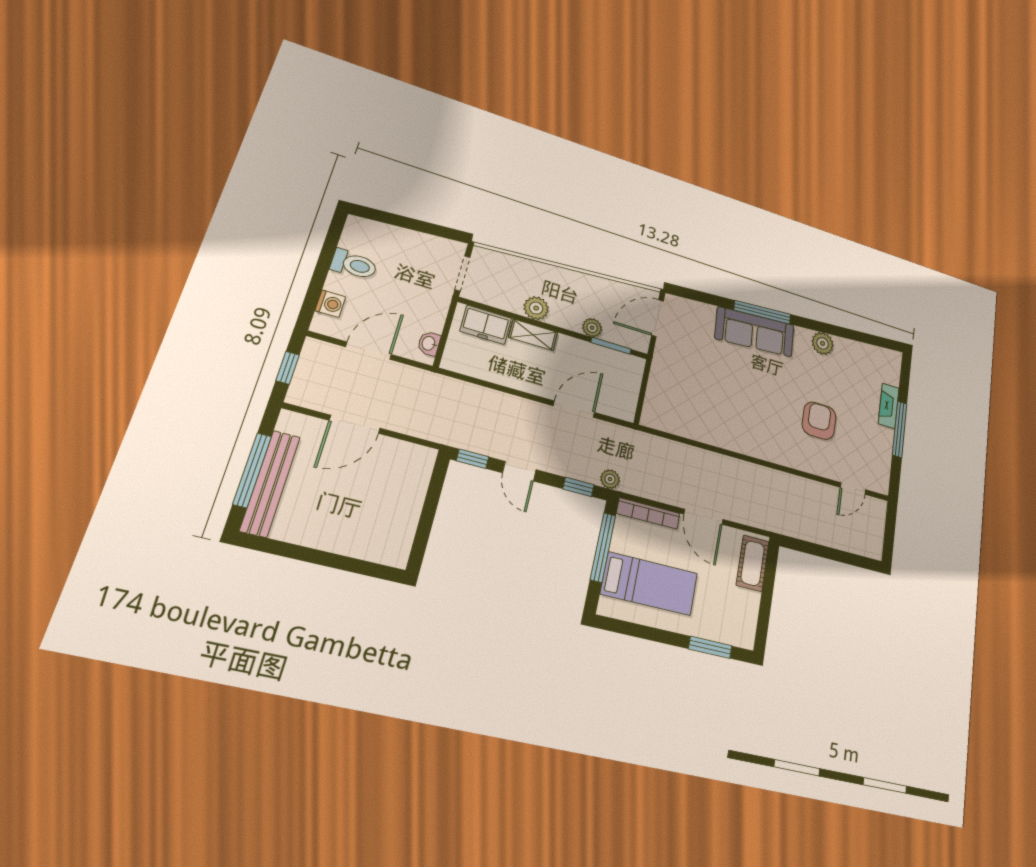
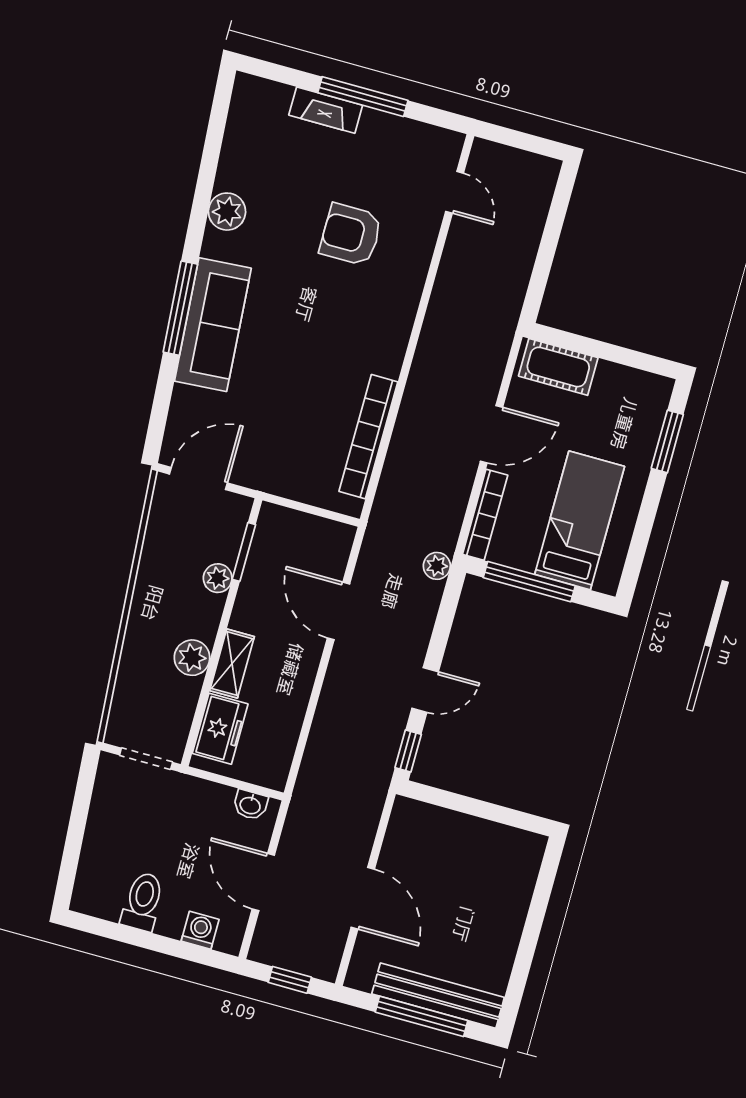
door: (657, 318) -> (198, 478), swing flipped
bookcase: (694, 431) -> (368, 437), added
window: (579, 487) -> (447, 611), removed

